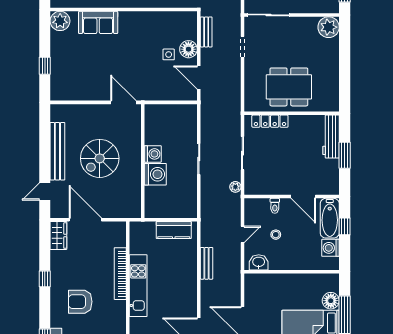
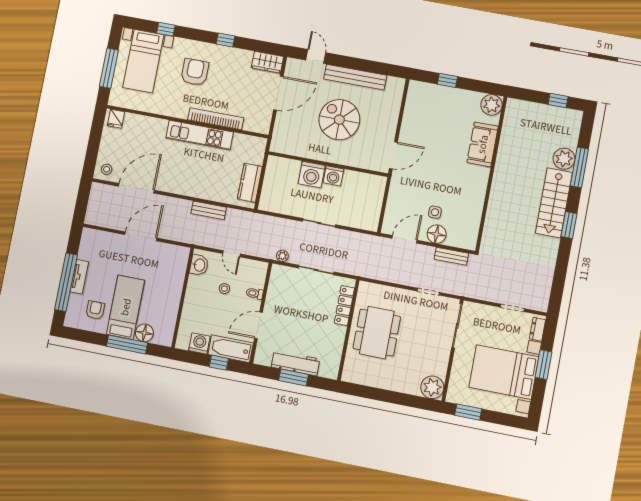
workbench: (331, 137) -> (295, 363), moved

